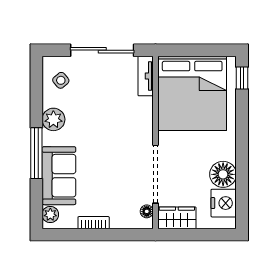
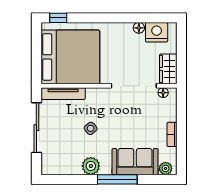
tv unit: (146, 76) -> (63, 94), width x1.41
side table: (61, 80) -> (91, 128), moved
floor lamp: (223, 174) -> (139, 28), width x0.53, depth x0.53

